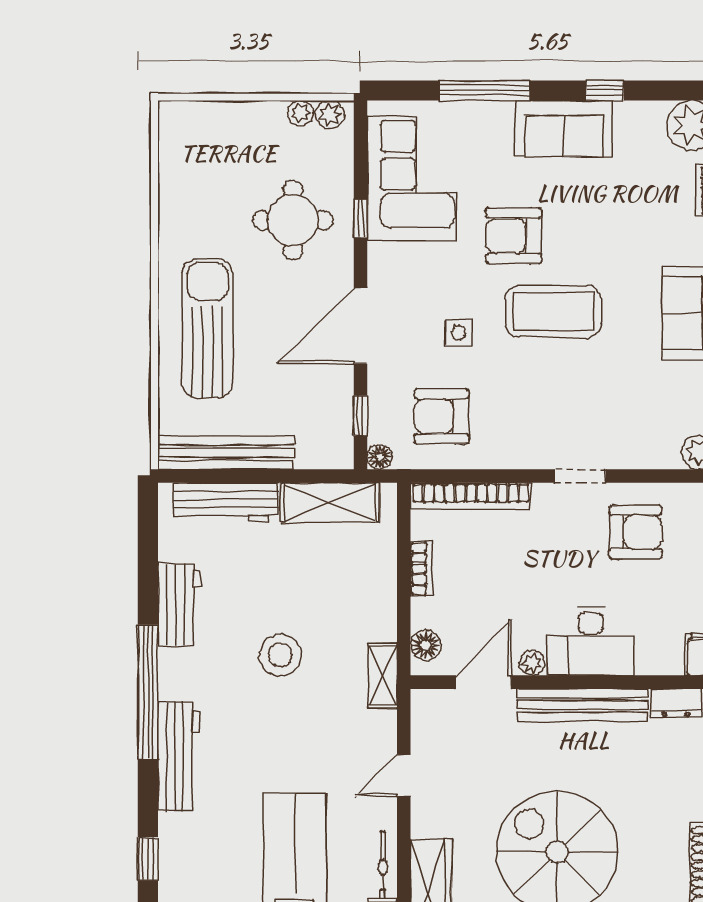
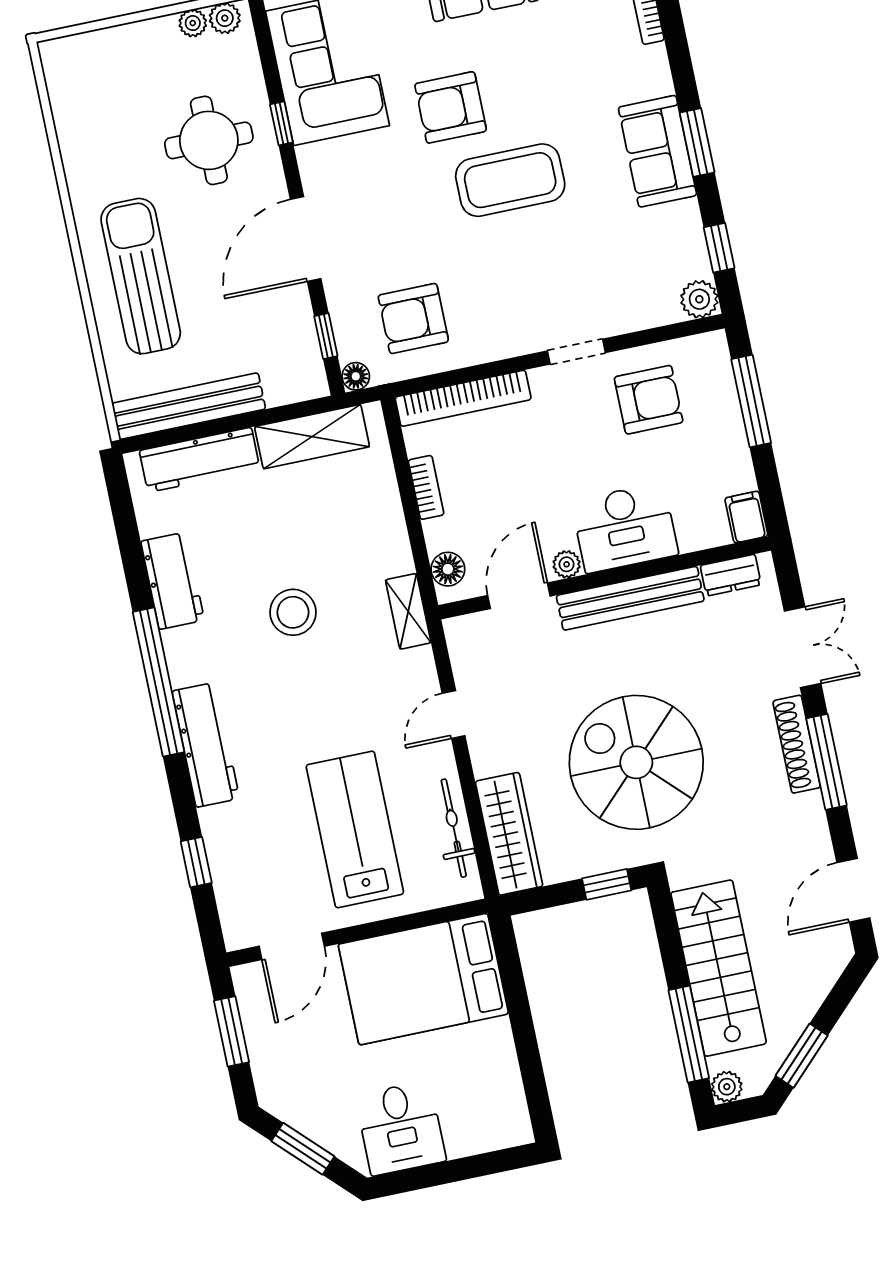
side table: (458, 333) -> (413, 225), removed

